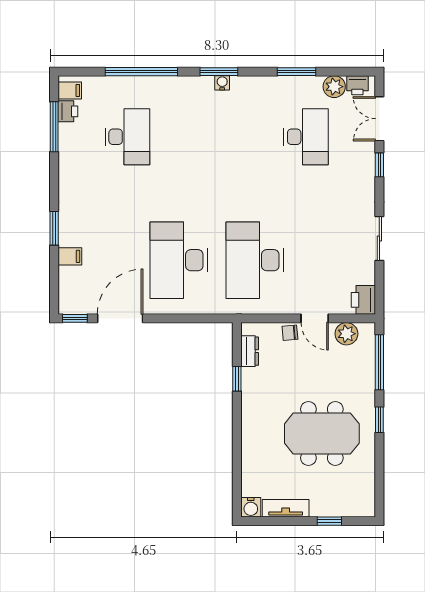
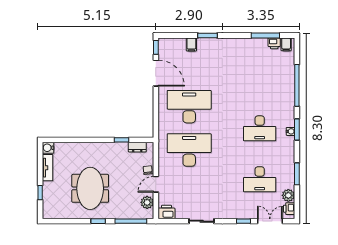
desk: (128, 137) -> (260, 128), moved

